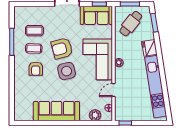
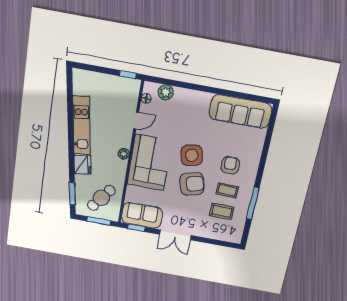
kitchen unit: (156, 87) -> (82, 125), width x0.73
sofa: (56, 111) -> (240, 112), moved

